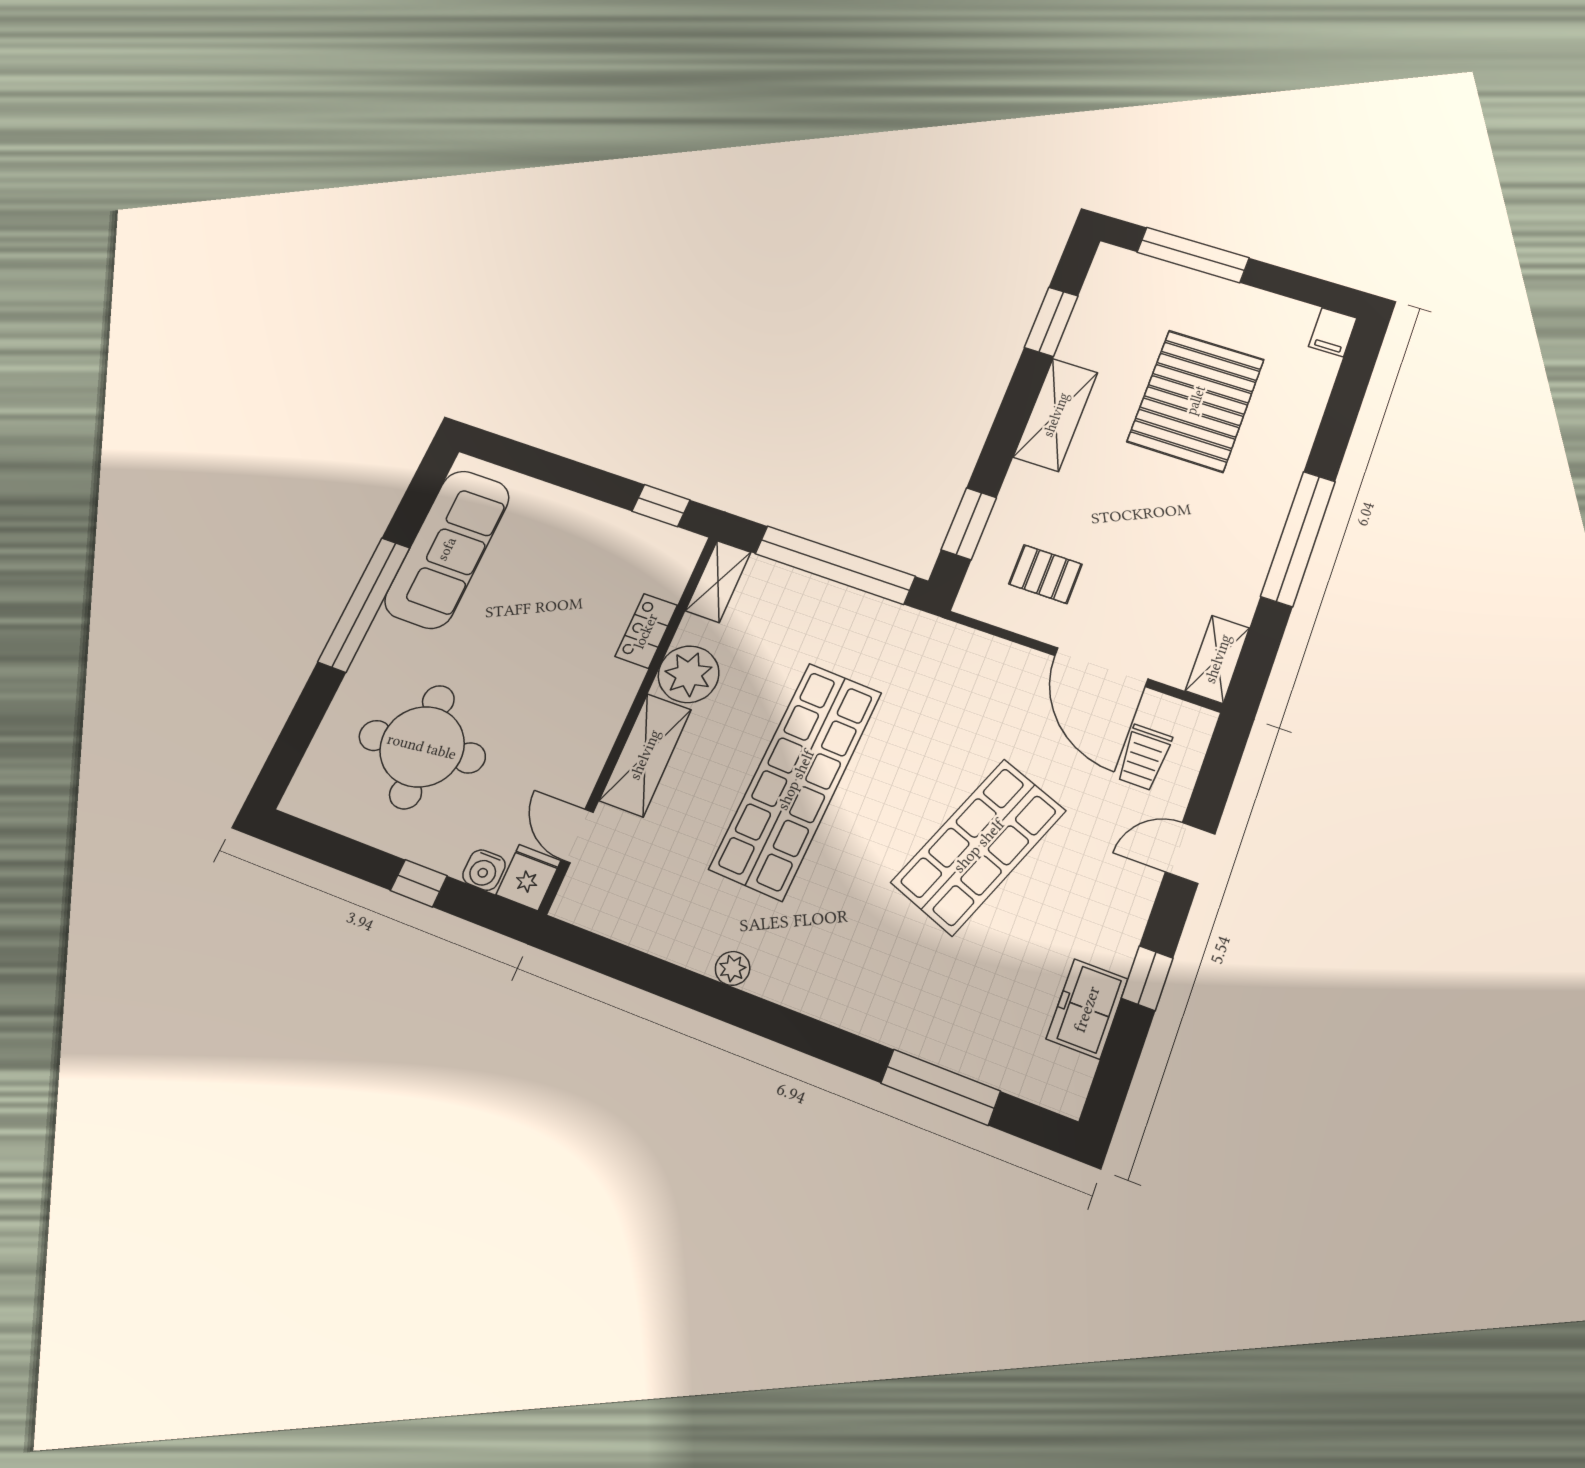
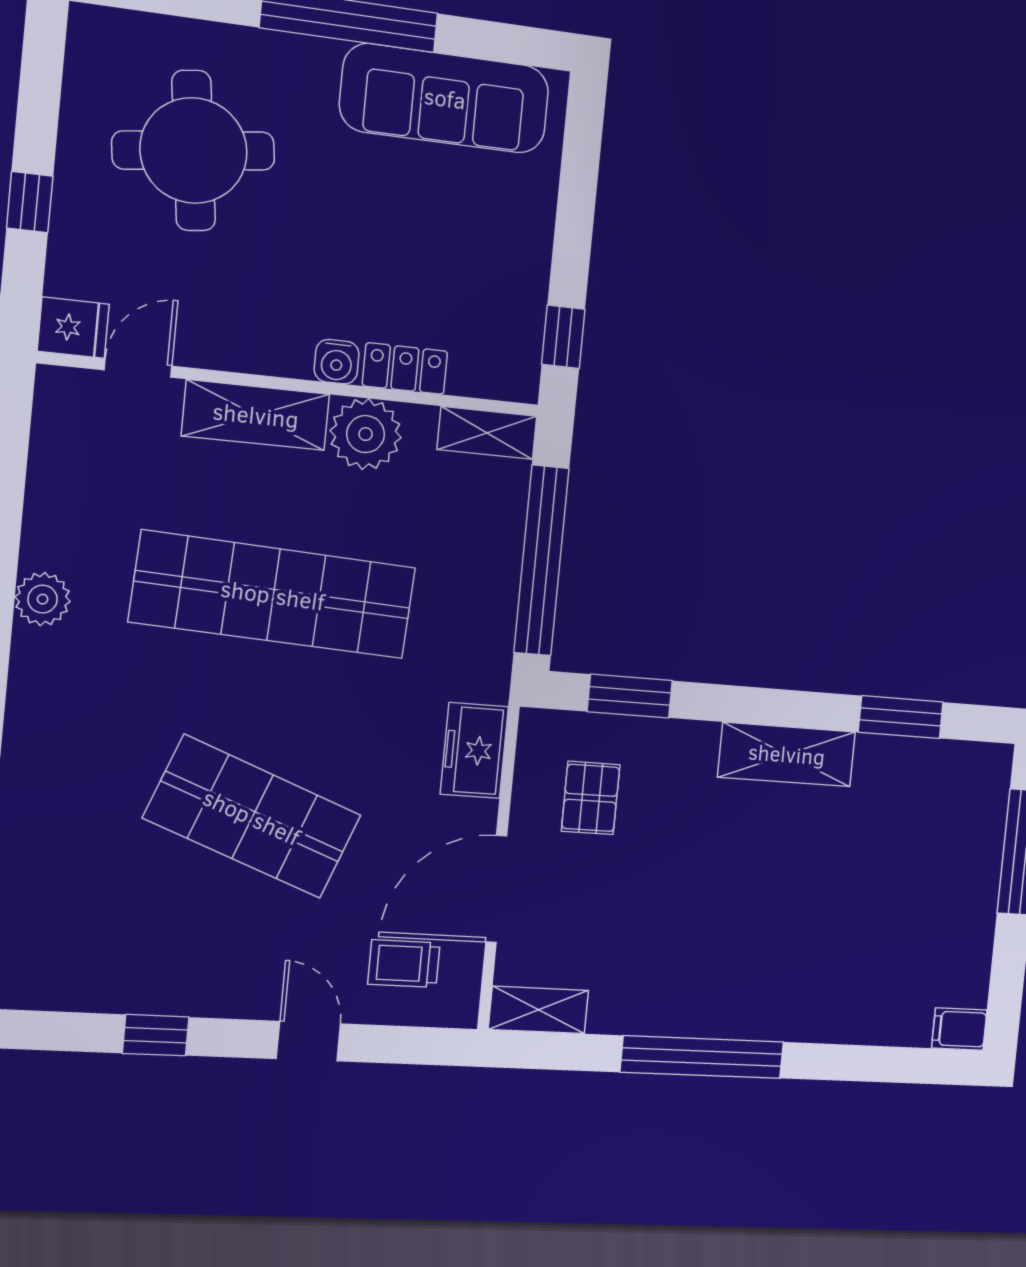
pallet: (1196, 400) -> (841, 904), removed
water cooler: (484, 870) -> (337, 362), moved, turned -90
plant: (733, 968) -> (43, 599), width x1.38, depth x1.38
freezer: (1087, 1009) -> (474, 750), moved, turned -90

